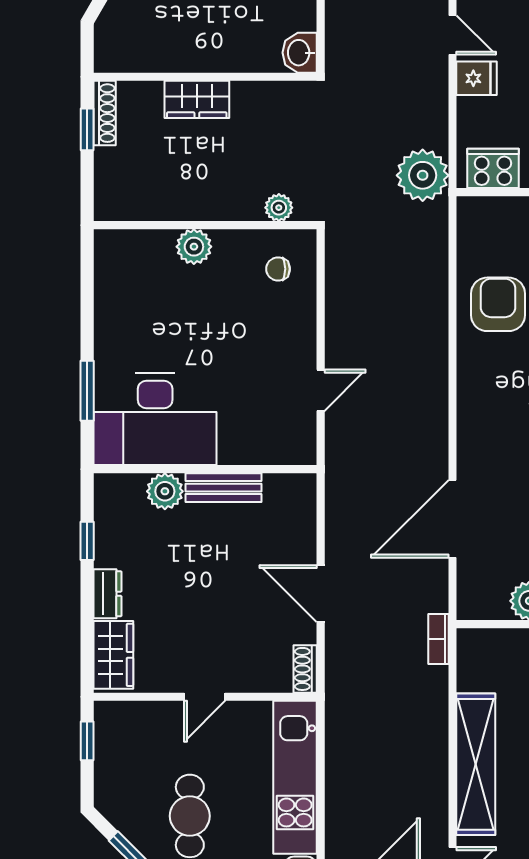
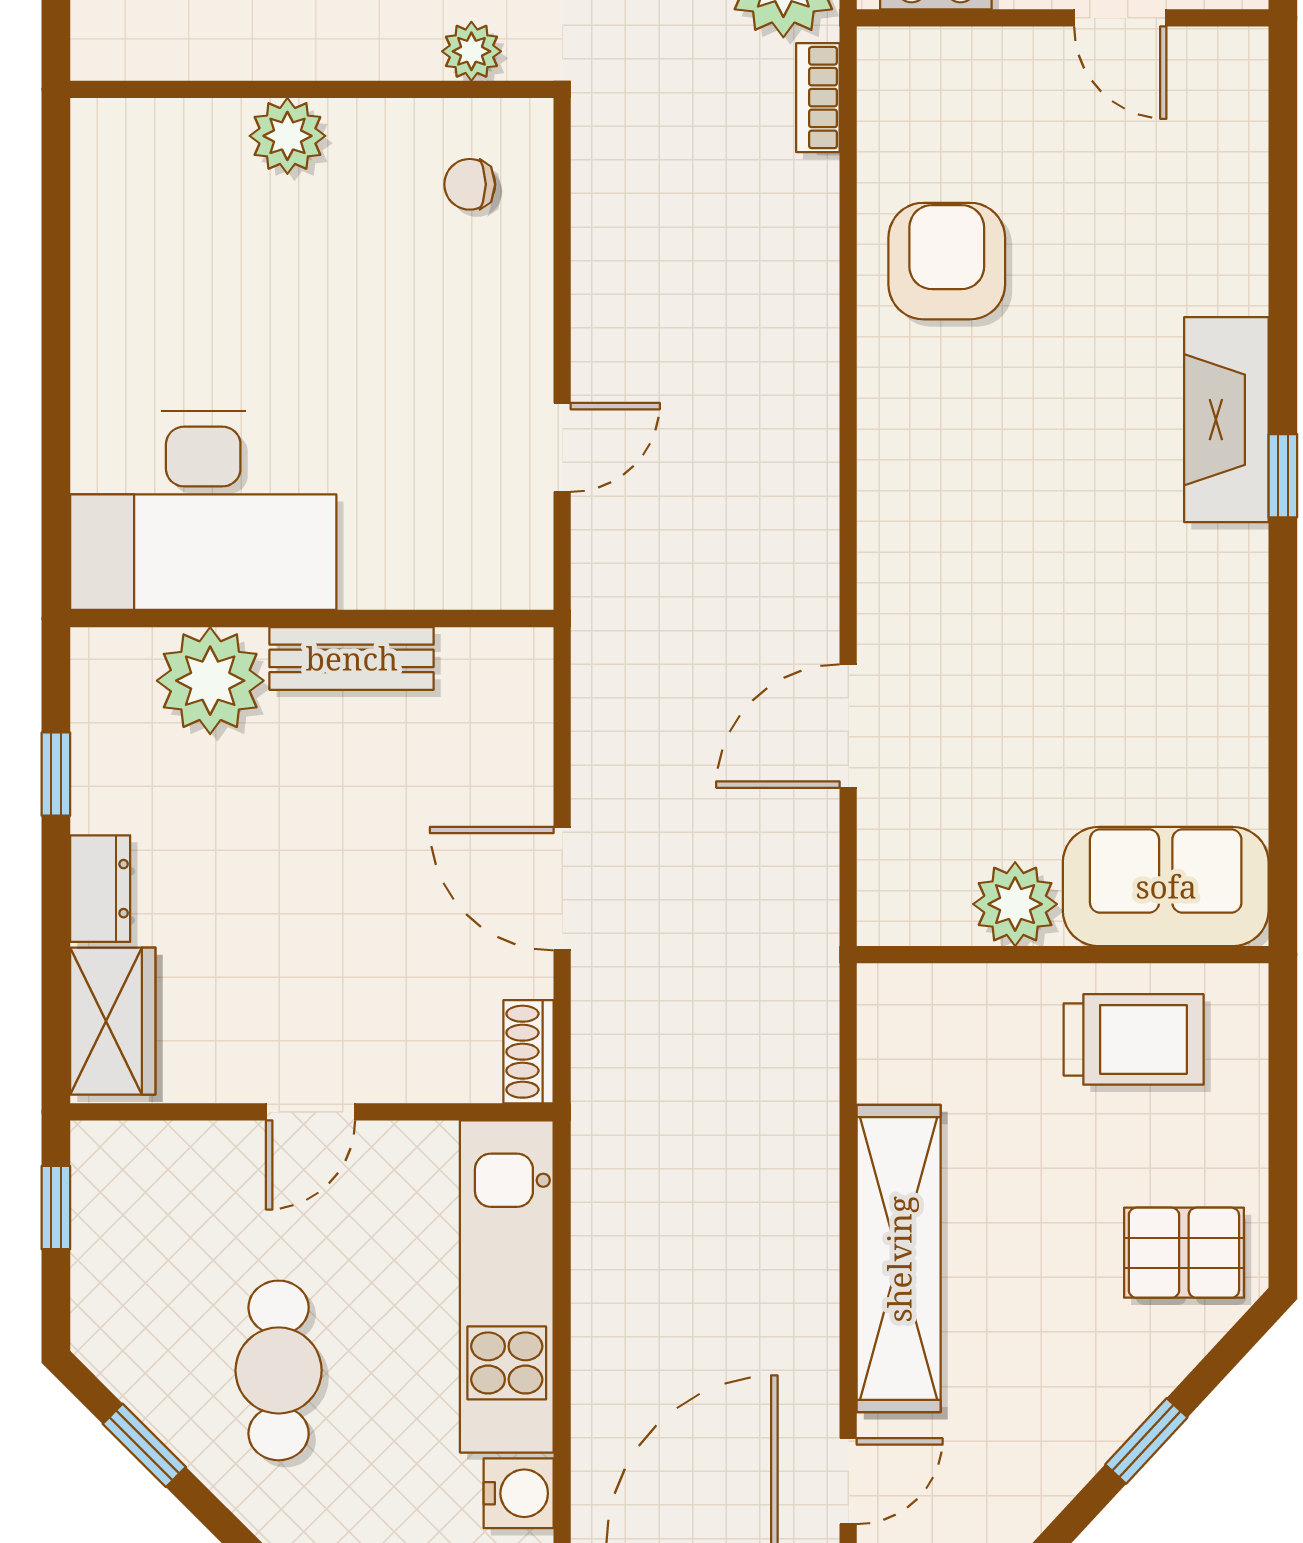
window: (87, 391) -> (56, 448), removed
plant: (165, 491) -> (210, 681), width x1.36, depth x1.36
door: (452, 519) -> (848, 726), width x0.73
bookcase: (439, 639) -> (818, 98), moved

